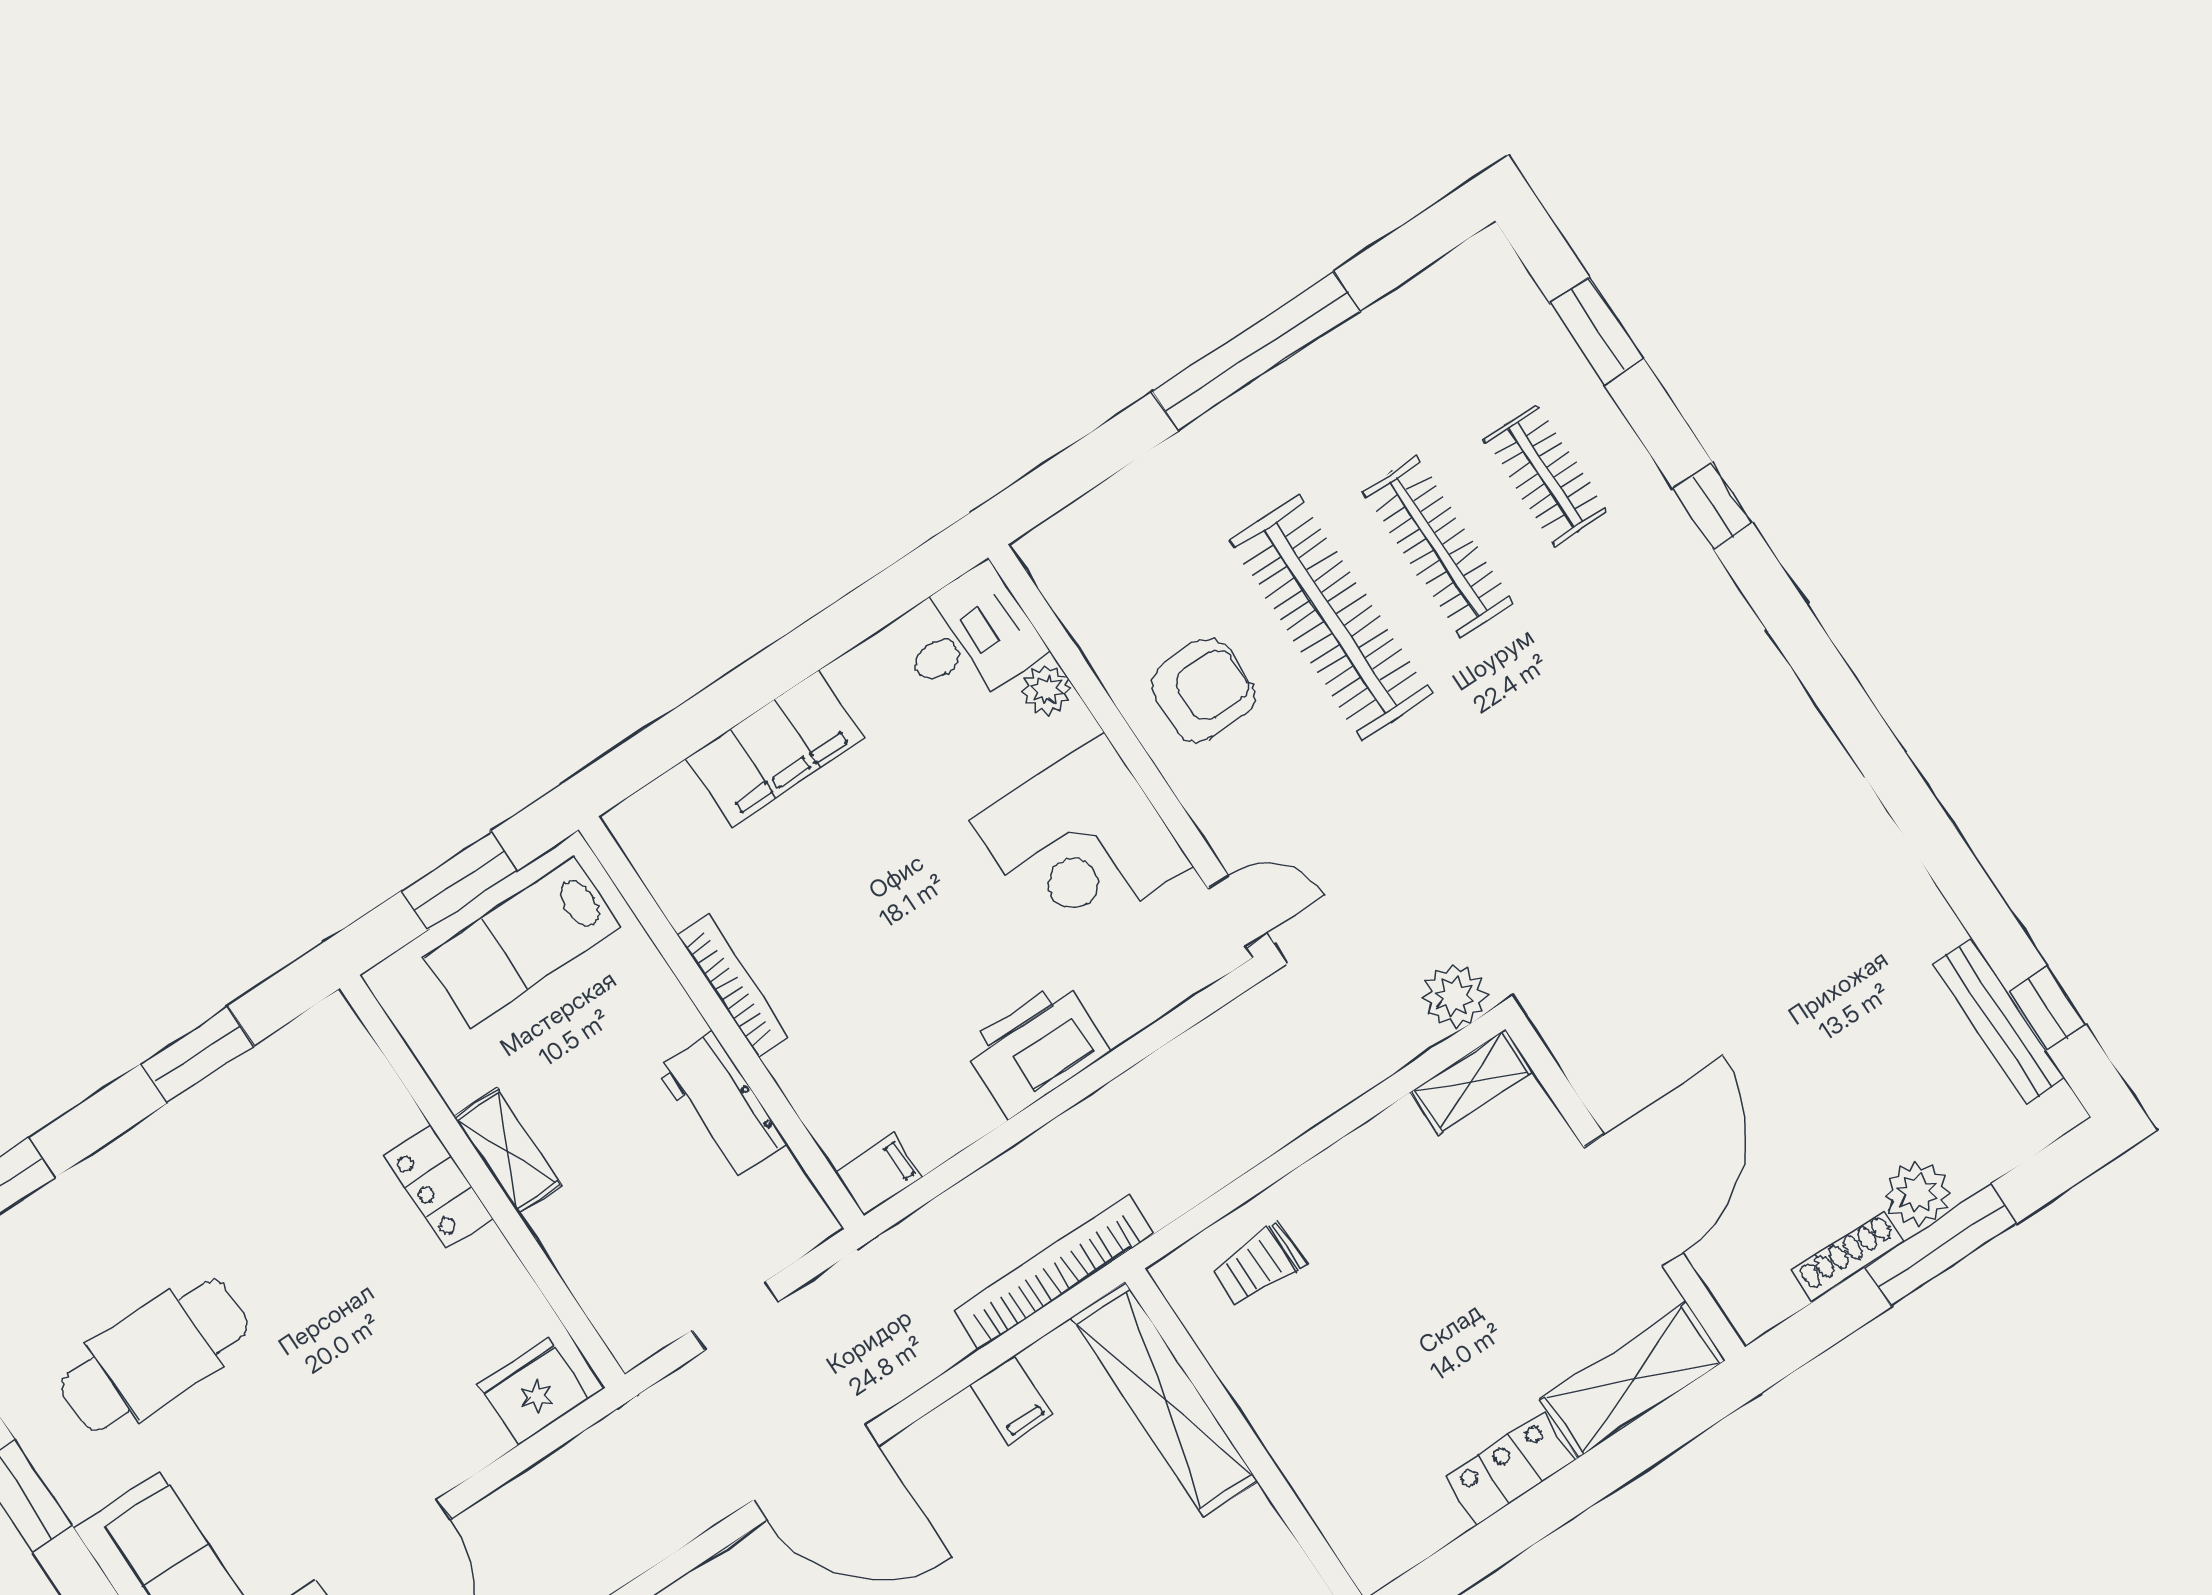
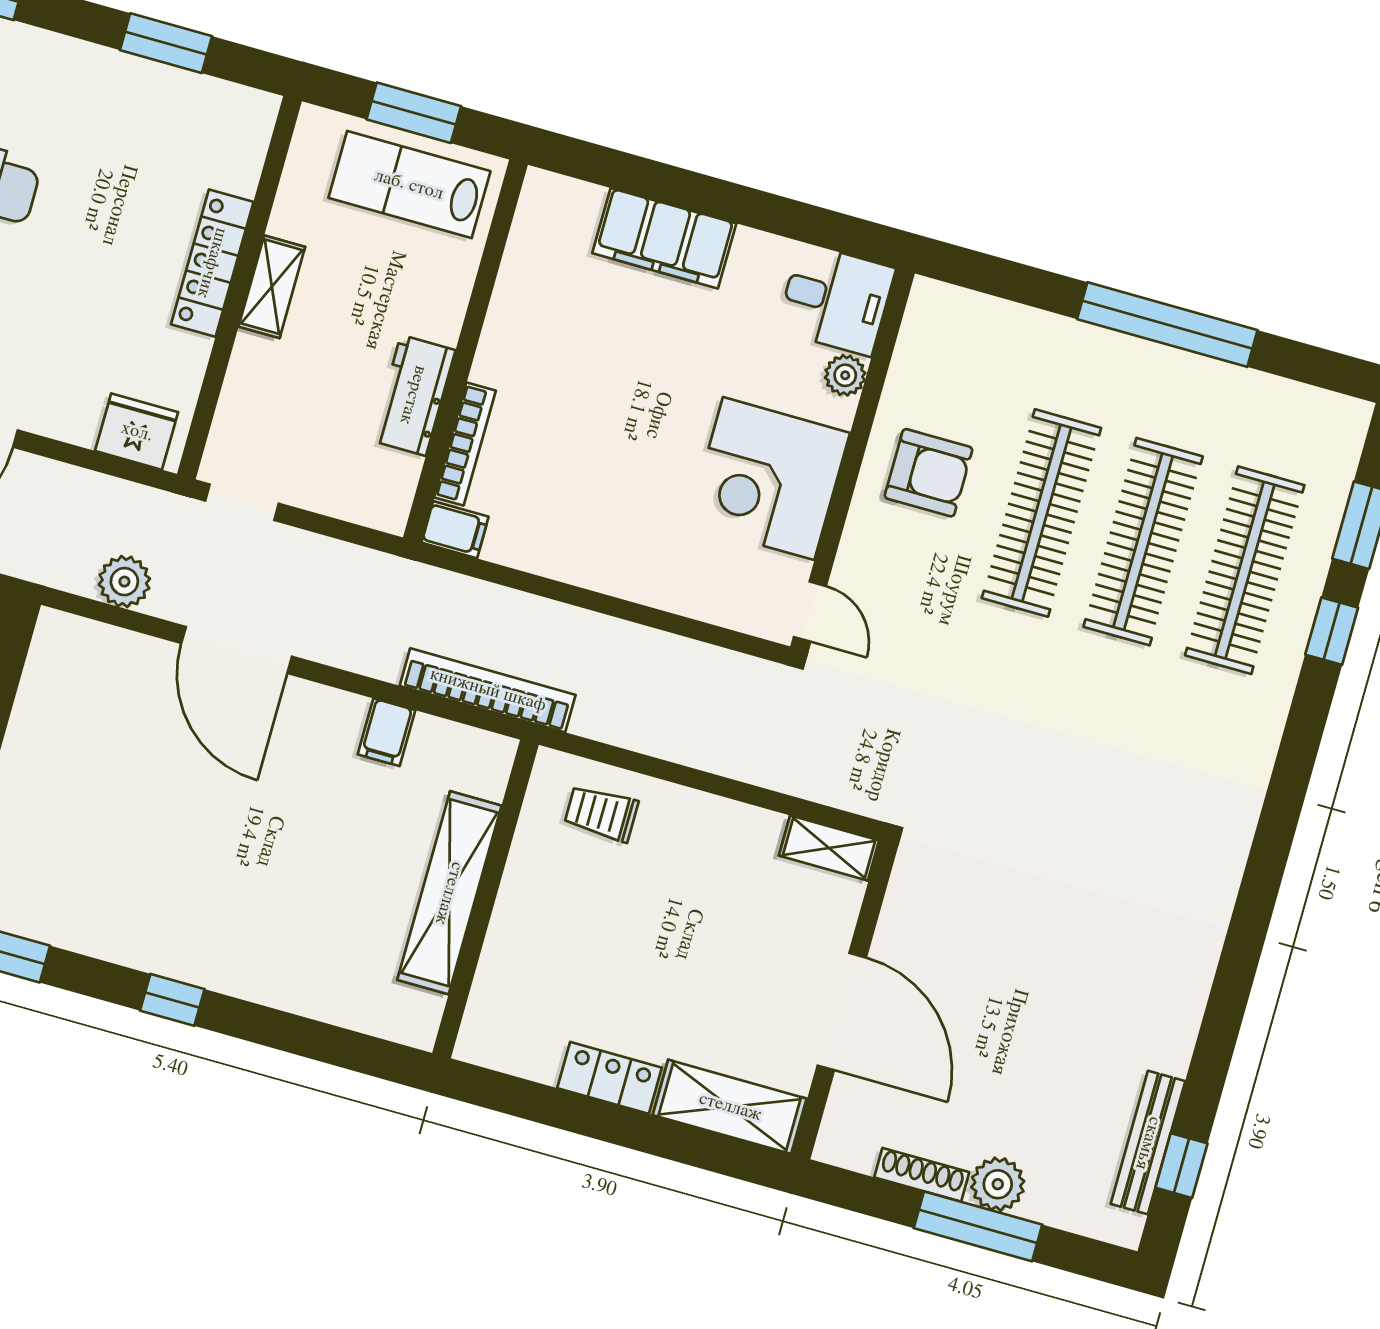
clothes rail: (1545, 475) -> (1245, 570), width x1.86, depth x1.31
window: (1713, 505) -> (1332, 631), moved
clothes rail: (1438, 547) -> (1143, 542), width x1.37, depth x1.31
bookcase: (733, 986) -> (465, 444), moved
plant: (1454, 997) -> (124, 582), moved
printer: (1036, 1048) -> (617, 560), removed
locker: (438, 1187) -> (212, 263), width x1.53
door: (1633, 1200) -> (842, 1012), hinge flipped
doorway: (735, 1316) -> (242, 502), moved
shelving: (1164, 1399) -> (449, 893), moved

